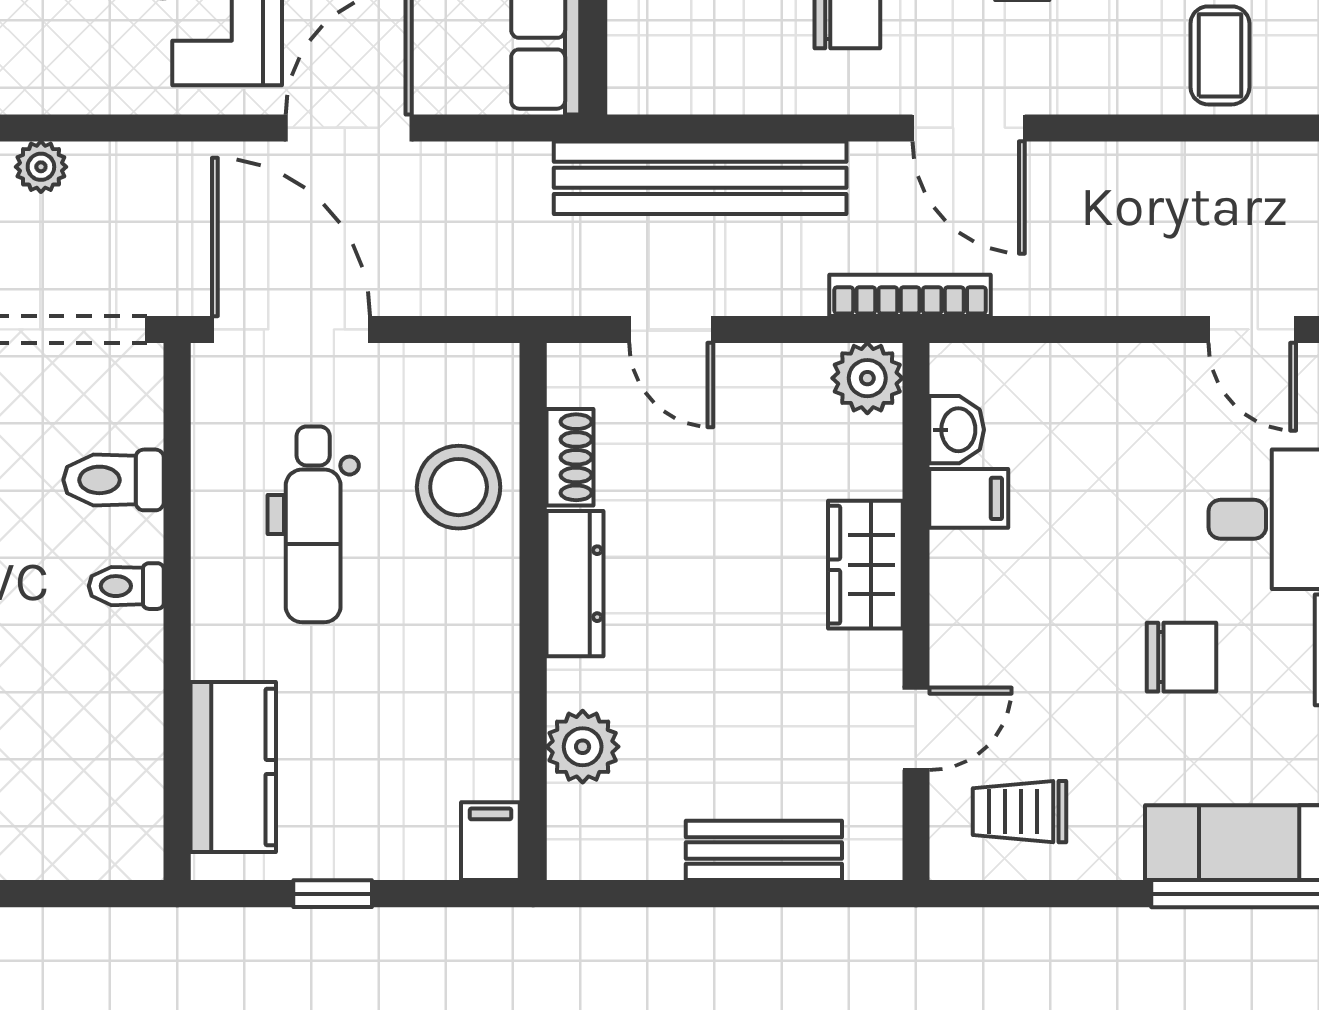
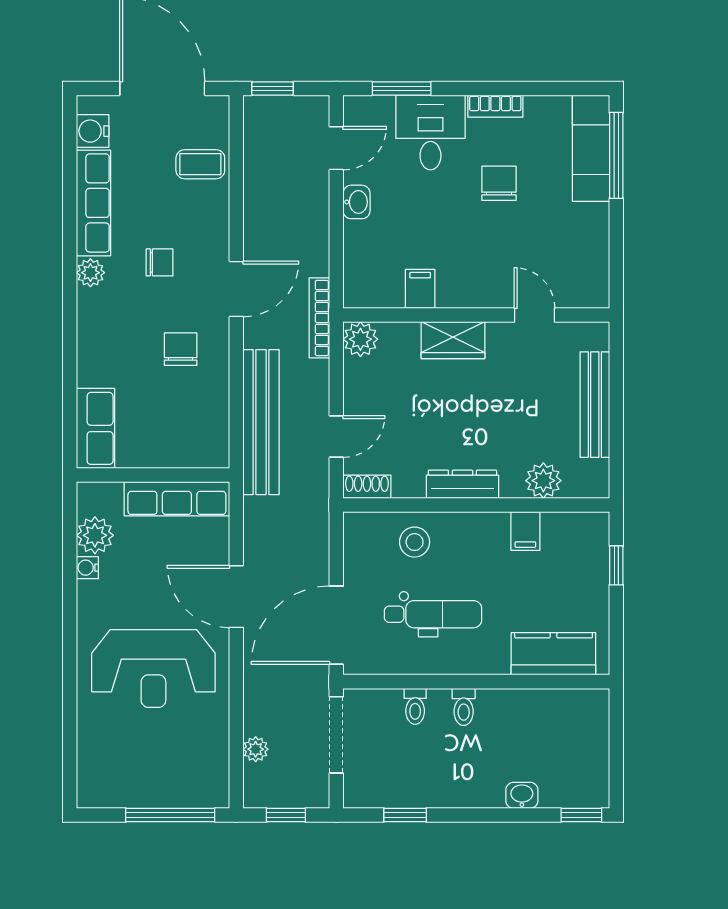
washbasin: (957, 430) -> (357, 202), moved, turned 90
shoe rack: (570, 457) -> (367, 487), moved
toilet: (114, 480) -> (415, 706), width x0.73, depth x0.72
stool: (459, 487) -> (415, 542), width x0.73, depth x0.73
trolley: (1019, 812) -> (576, 264), removed
filing cabinet: (490, 841) -> (525, 531), moved, turned -90
bench: (764, 850) -> (595, 405), width x1.36
window: (333, 894) -> (616, 565), moved

